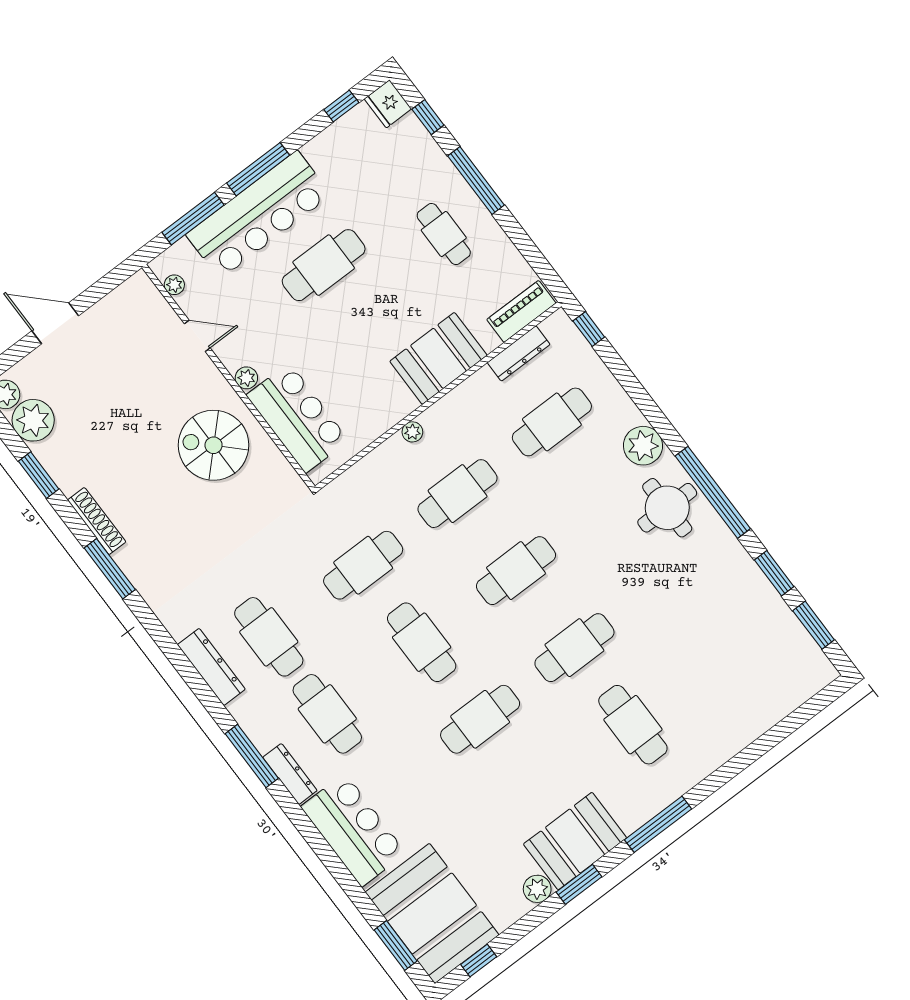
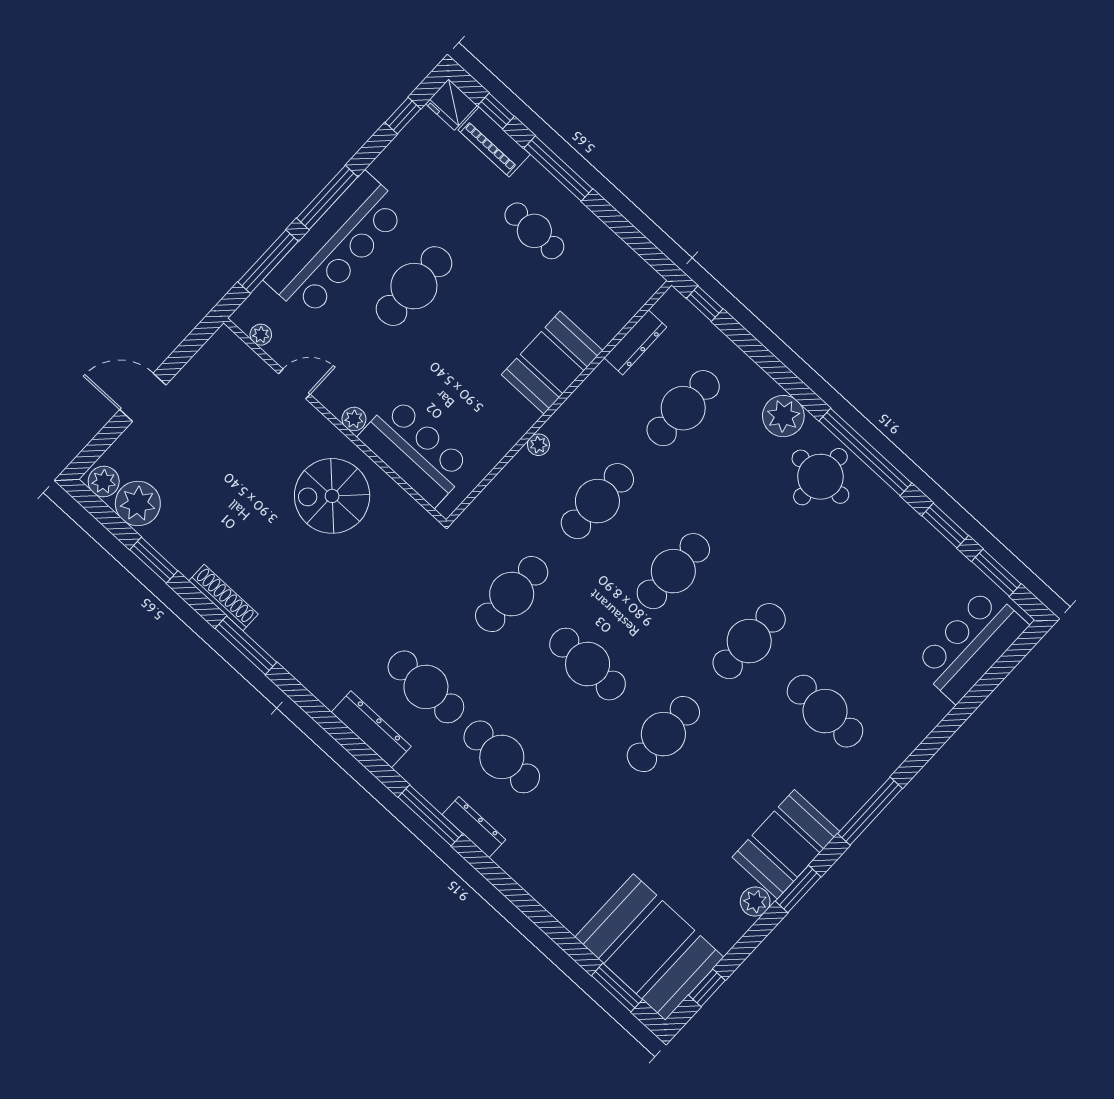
piano: (521, 311) -> (494, 142), moved, turned -90
bar counter: (353, 830) -> (971, 645), moved, turned -90

